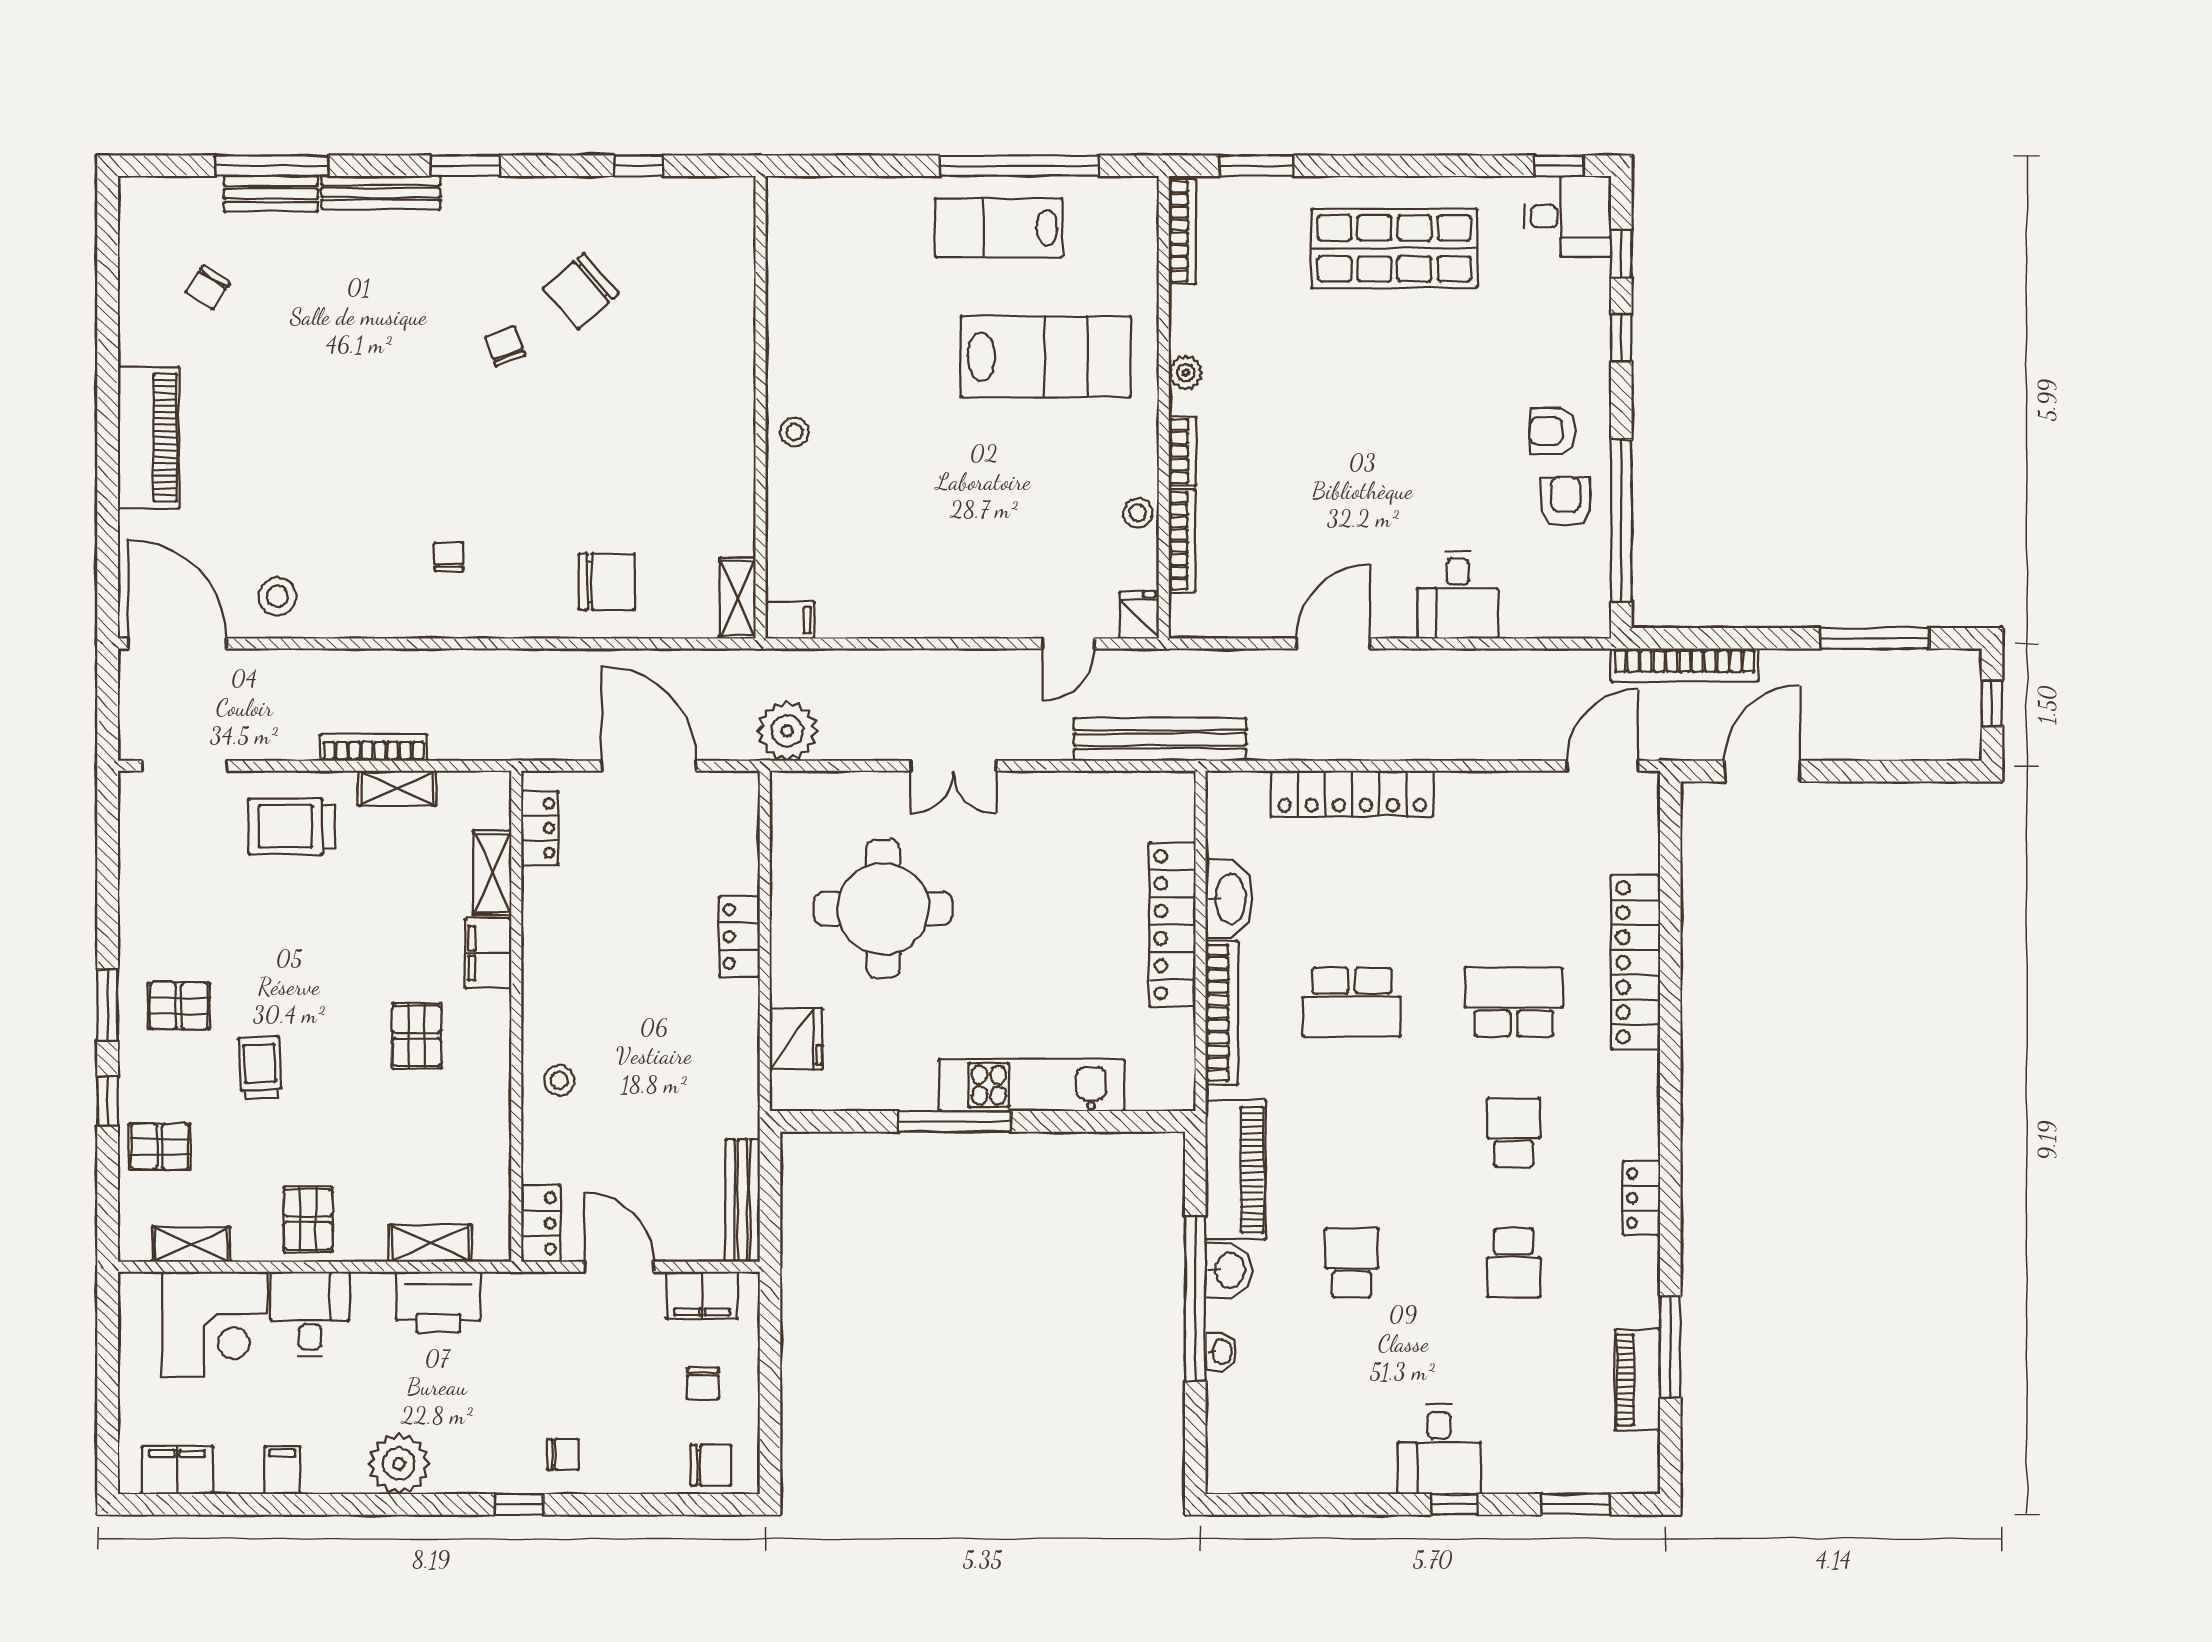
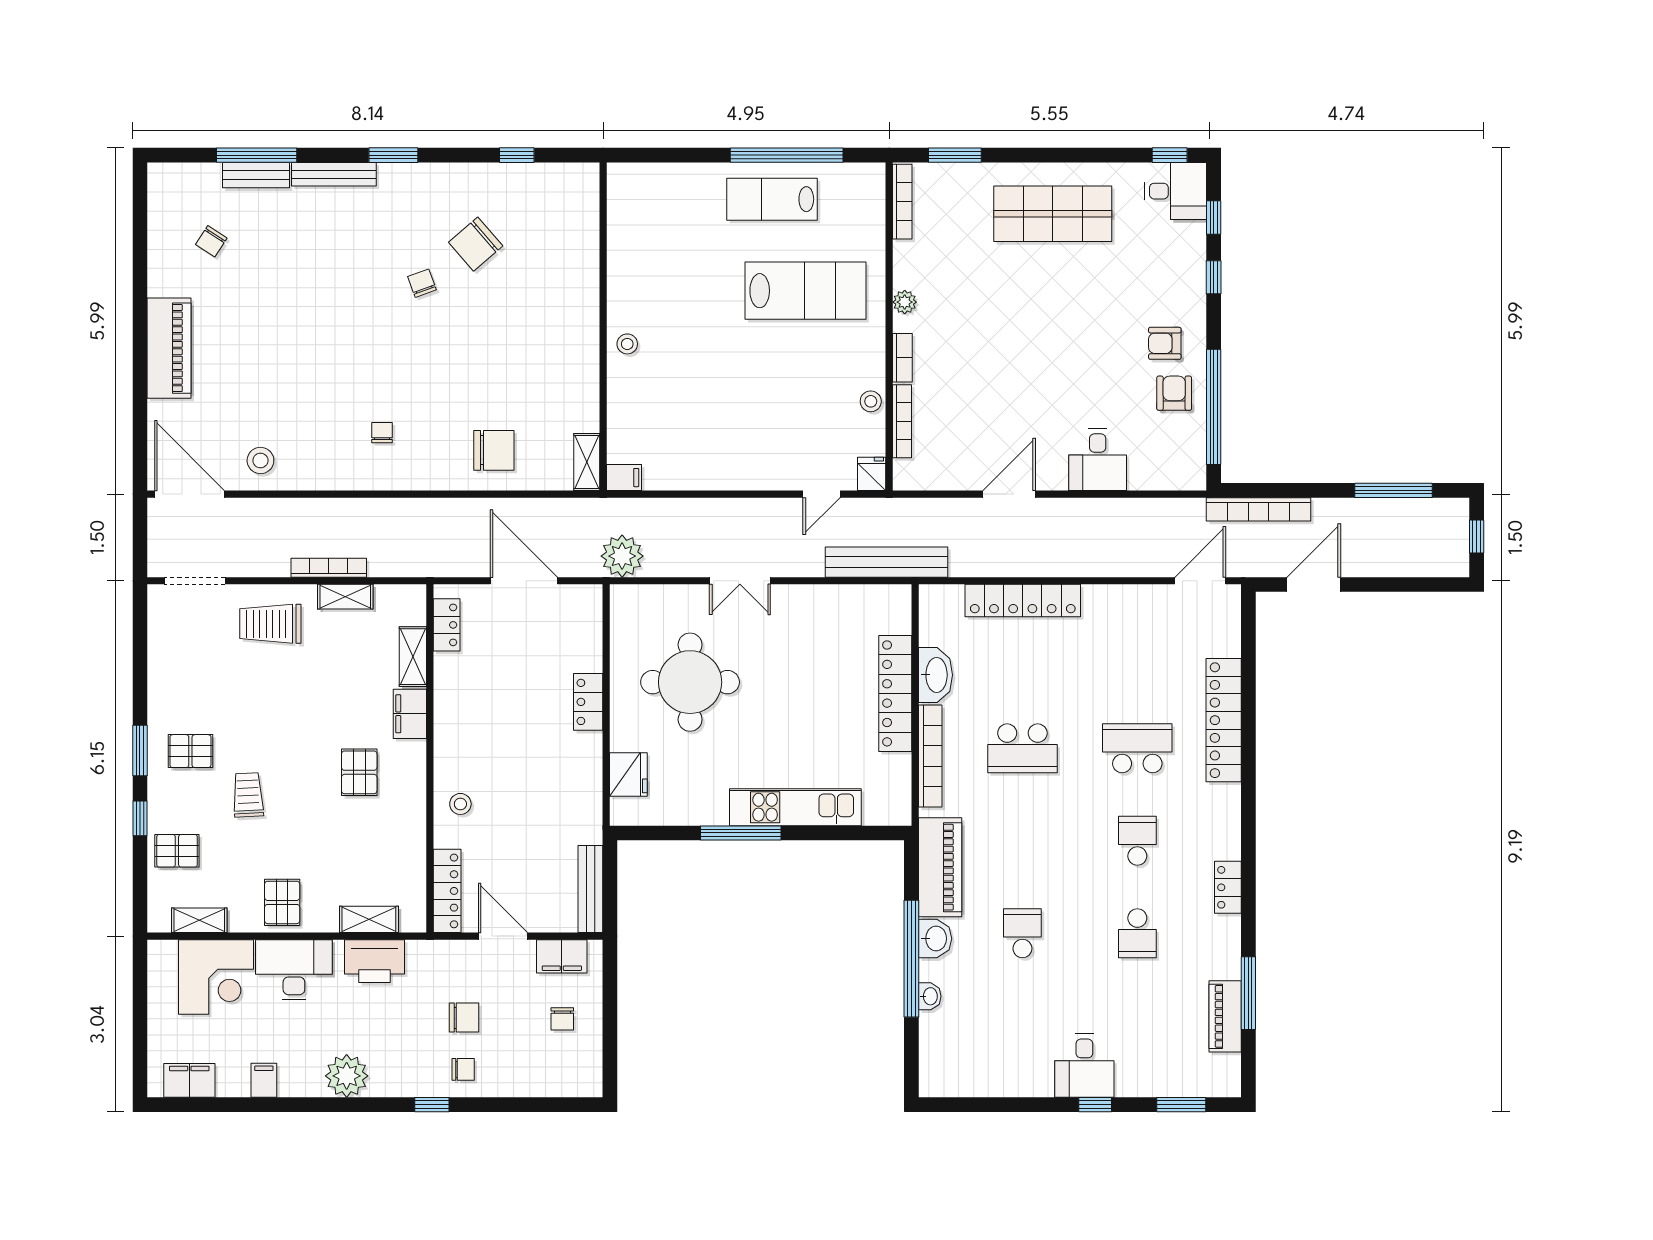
locker: (541, 1223) -> (447, 891), width x1.53
desk: (310, 1314) -> (294, 970), width x1.37
chair: (711, 1465) -> (464, 1018), moved

